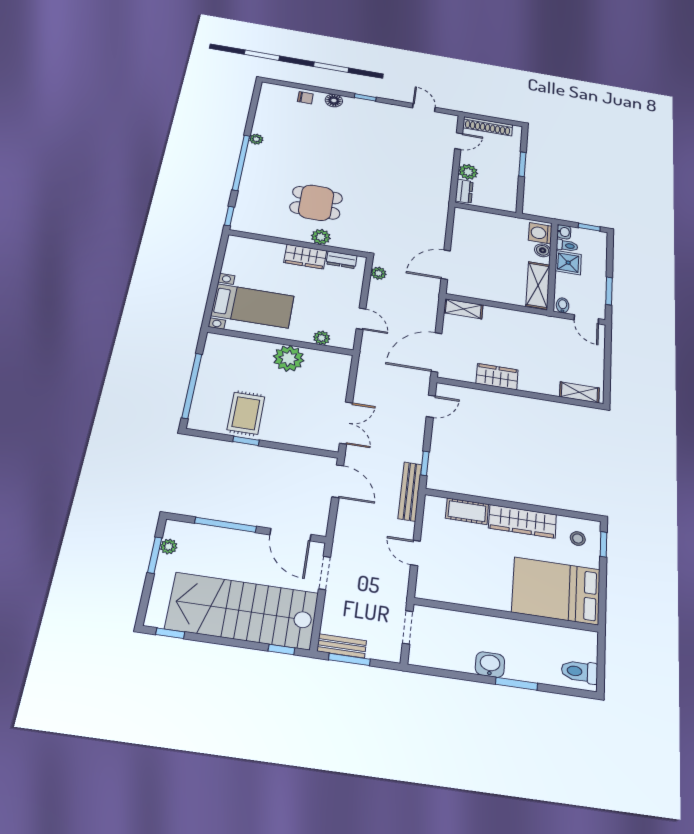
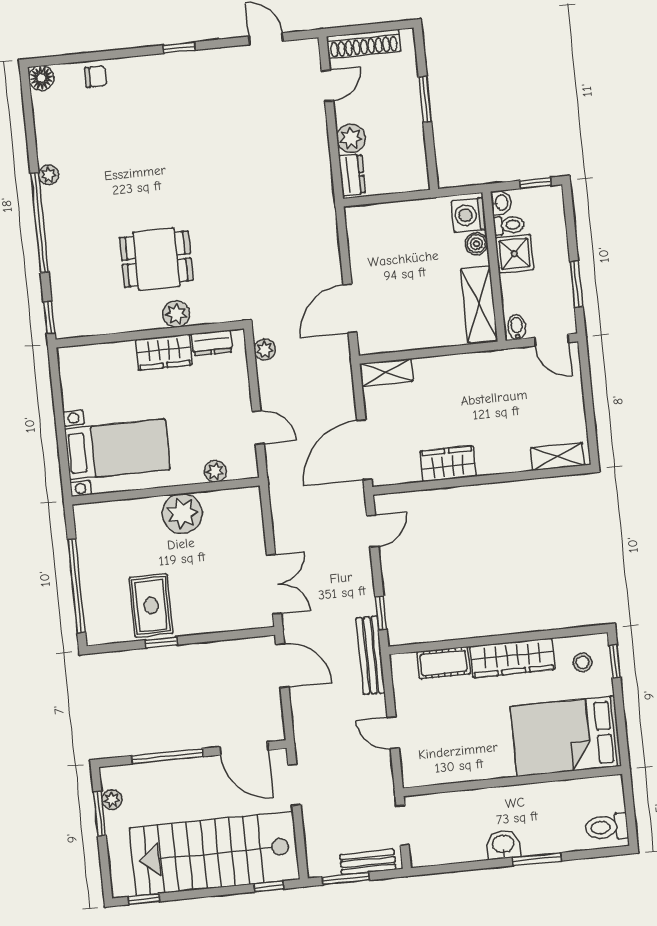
floor lamp: (334, 100) -> (41, 78), moved
bench: (342, 646) -> (368, 862), moved

